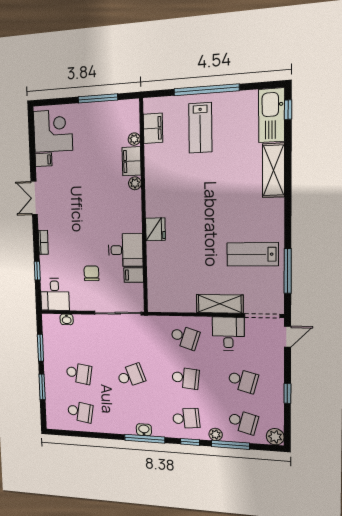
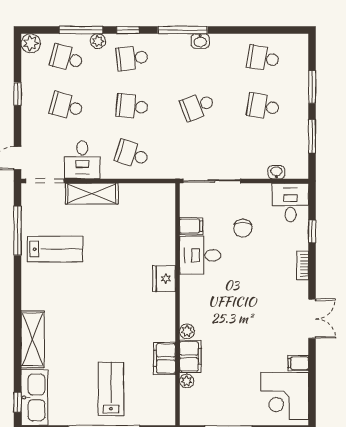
filing cabinet: (153, 128) -> (164, 358), moved
washbasin: (144, 430) -> (200, 41), moved

